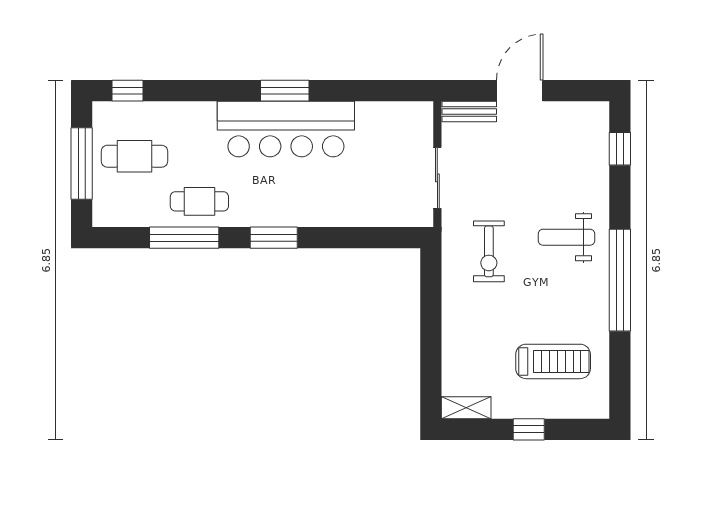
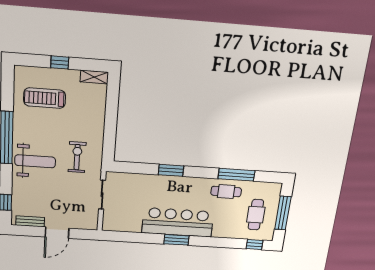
bench: (469, 111) -> (30, 221), moved
cafe table: (134, 156) -> (256, 215), turned 90
weight bench: (567, 237) -> (35, 161), width x1.36, depth x1.33
window: (274, 238) -> (171, 170), moved

